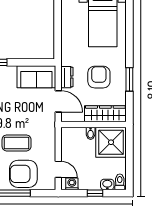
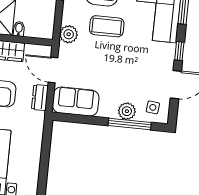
plant: (48, 133) -> (69, 34), added

